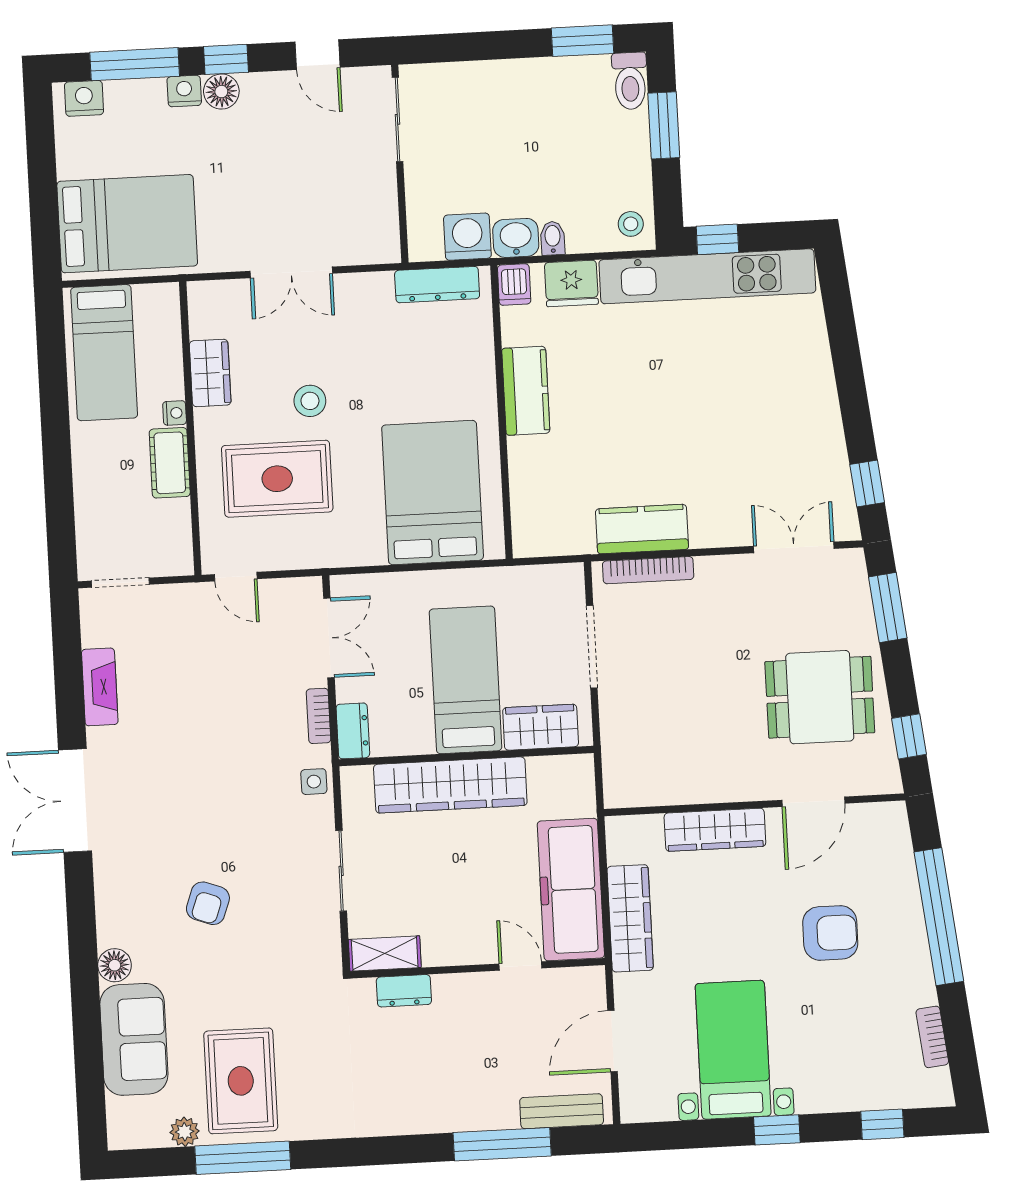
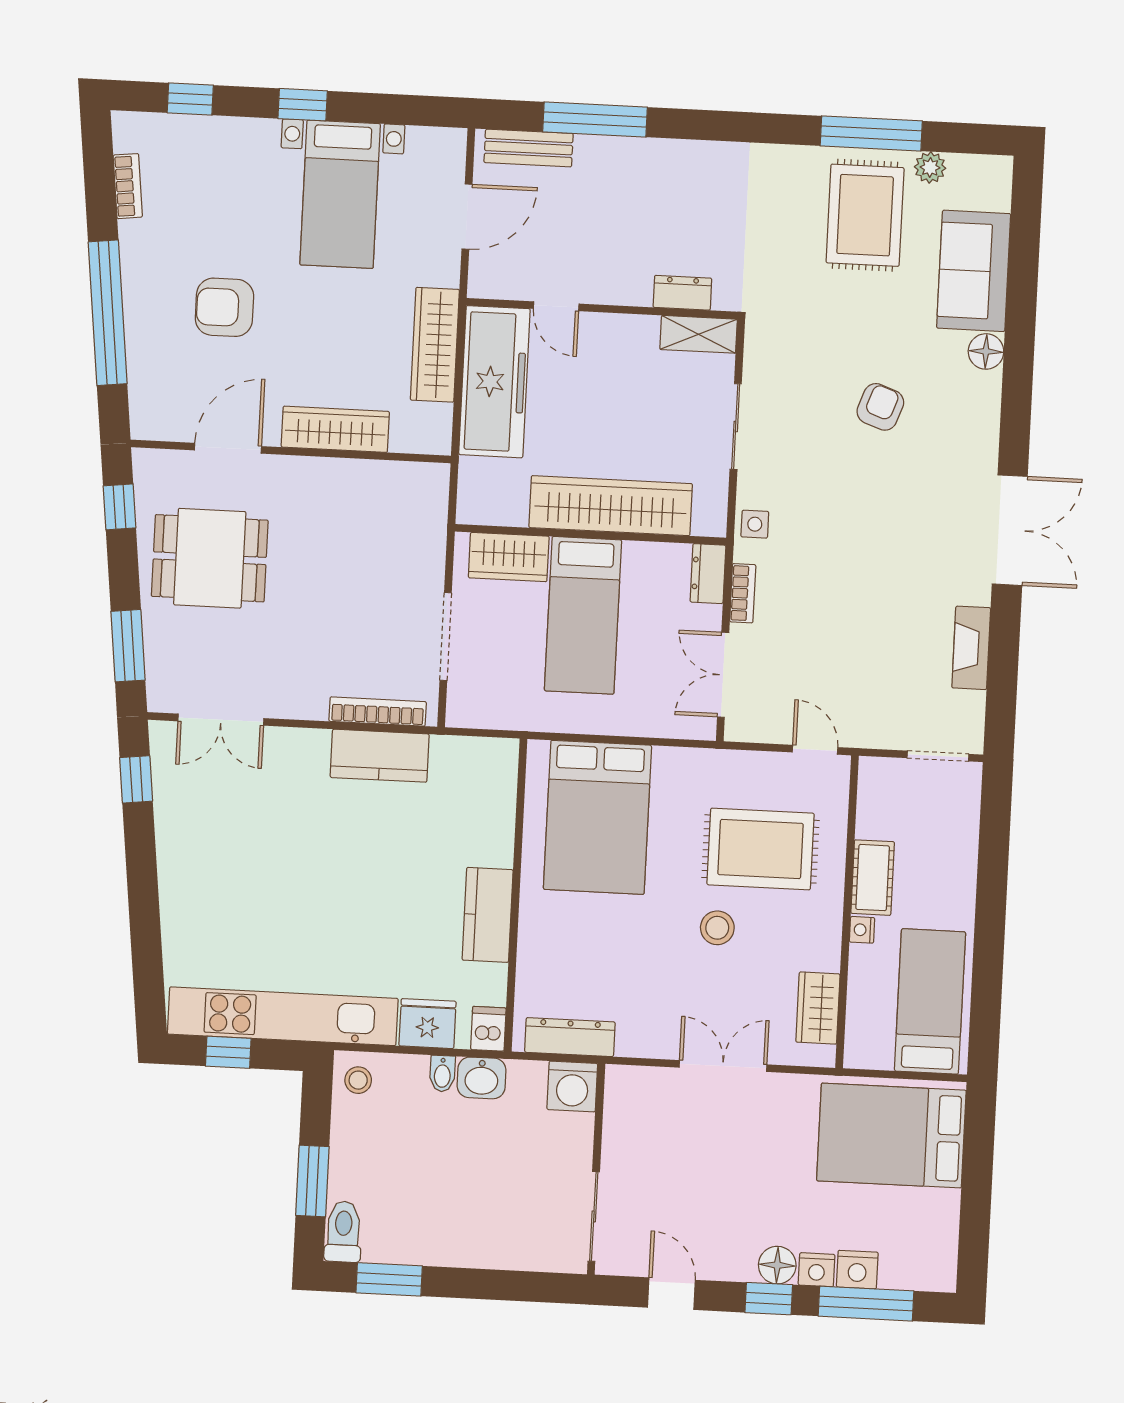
nightstand: (84, 98) -> (857, 1270), moved
washing machine: (467, 237) -> (572, 1086), moved
window: (717, 239) -> (228, 1052), moved
wardrobe: (210, 373) -> (818, 1008), moved

